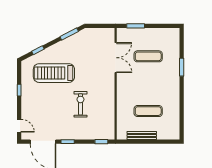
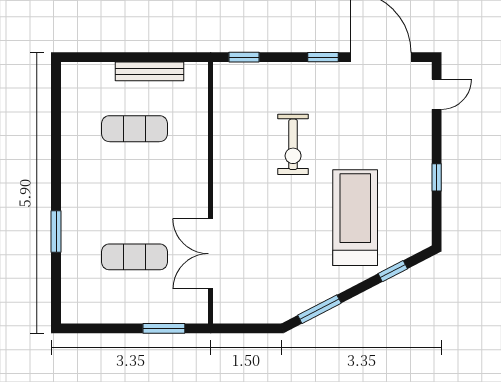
treadmill: (54, 73) -> (355, 218), turned -90
door: (19, 126) -> (437, 94), swing flipped

